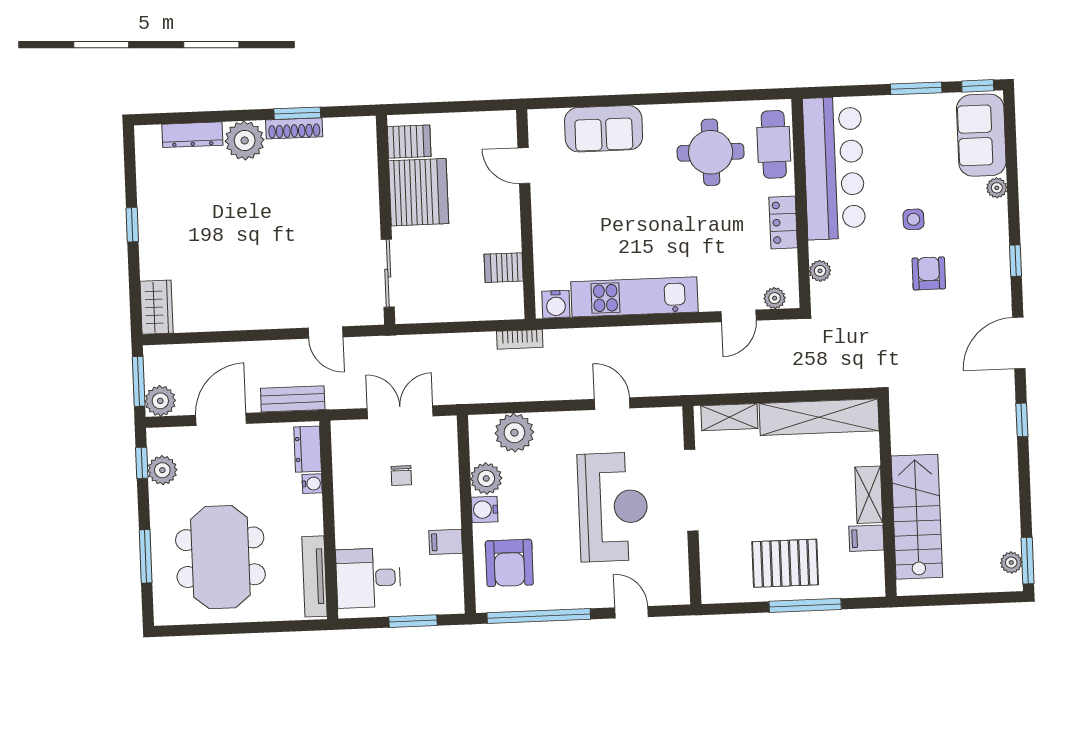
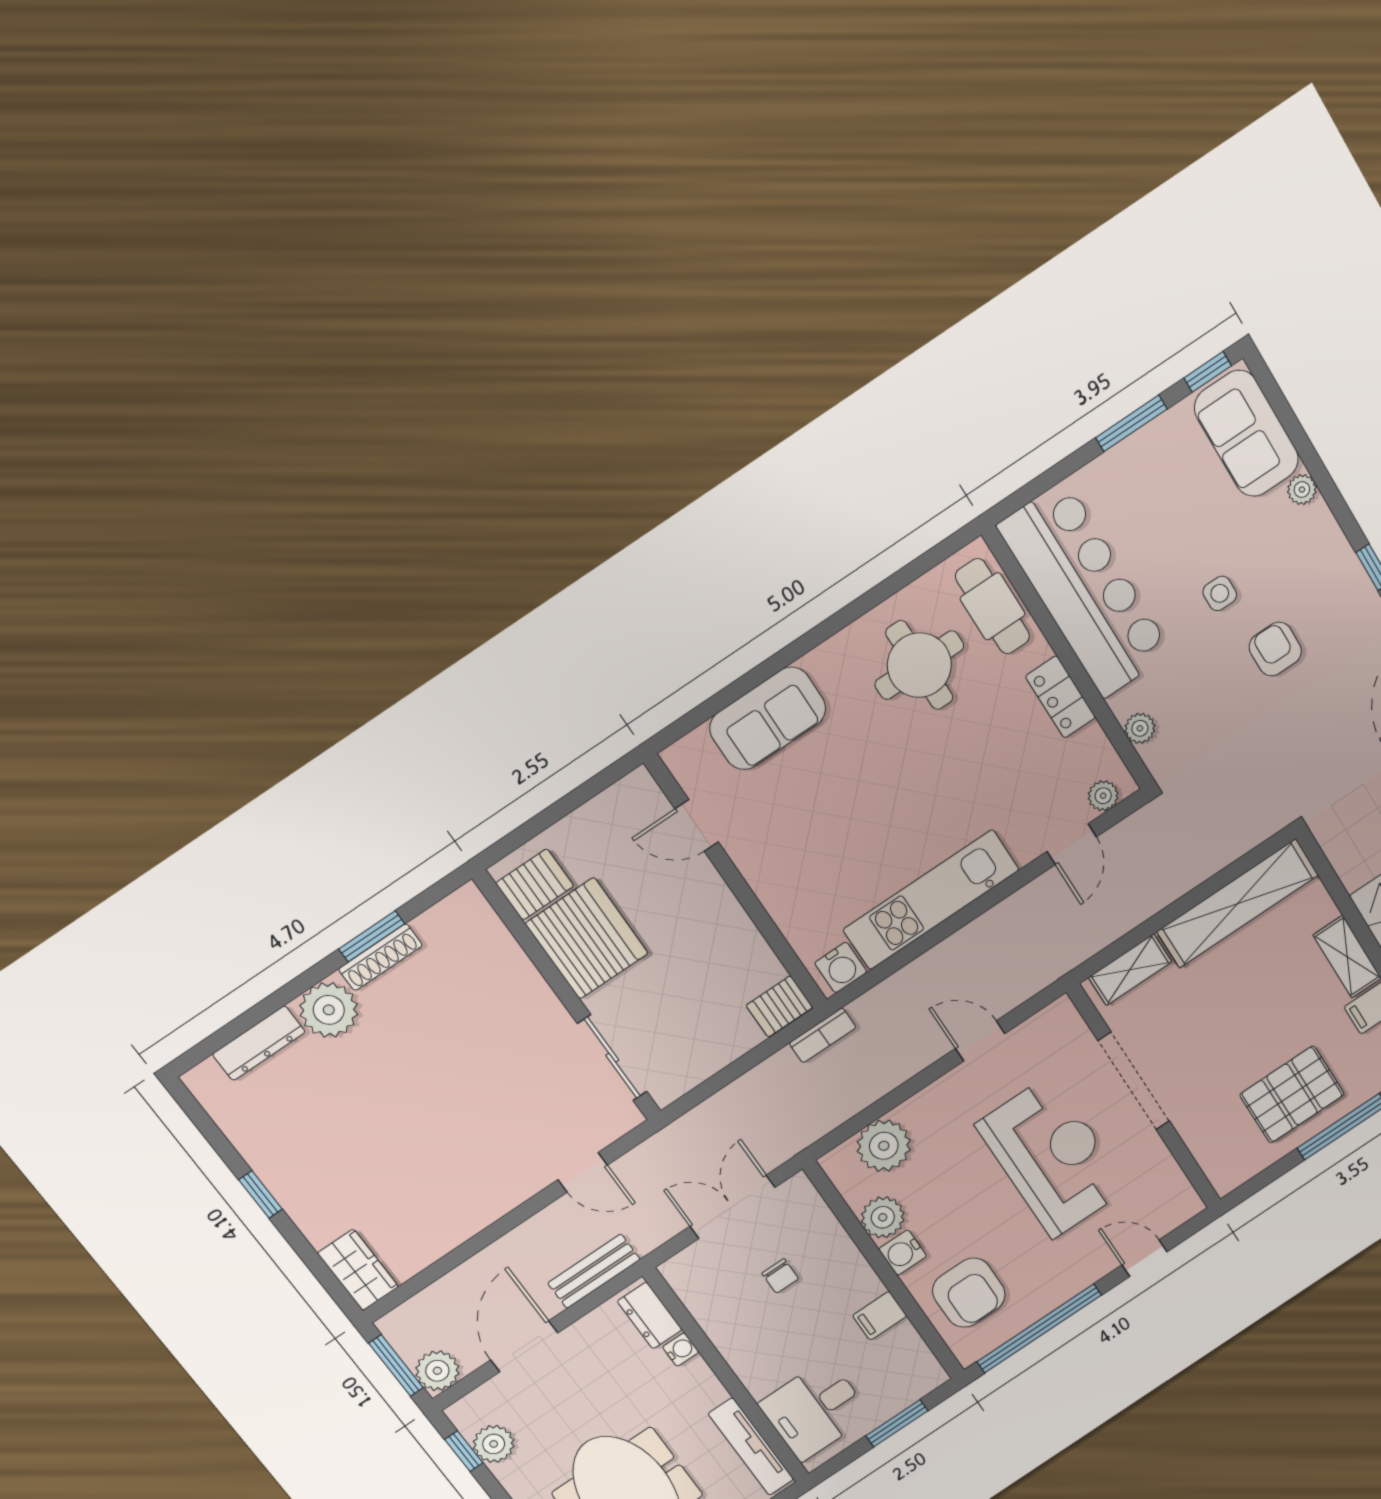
server rack: (504, 268) -> (779, 1006), moved

